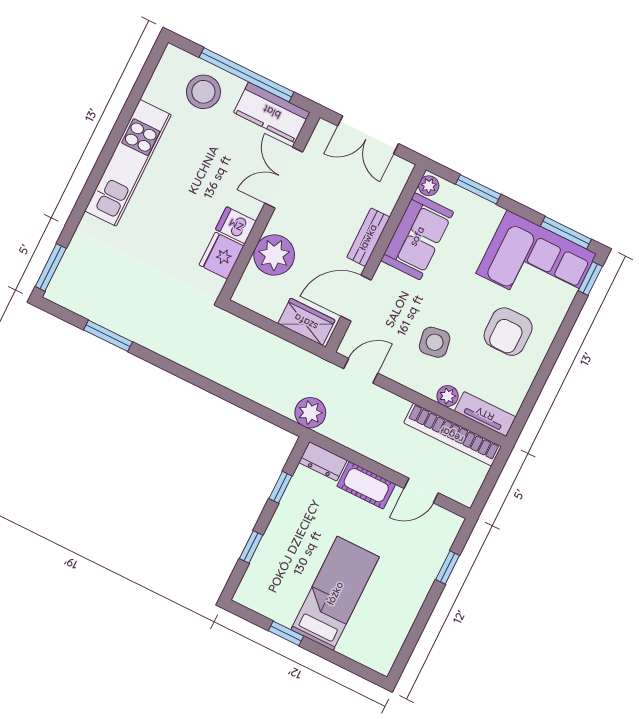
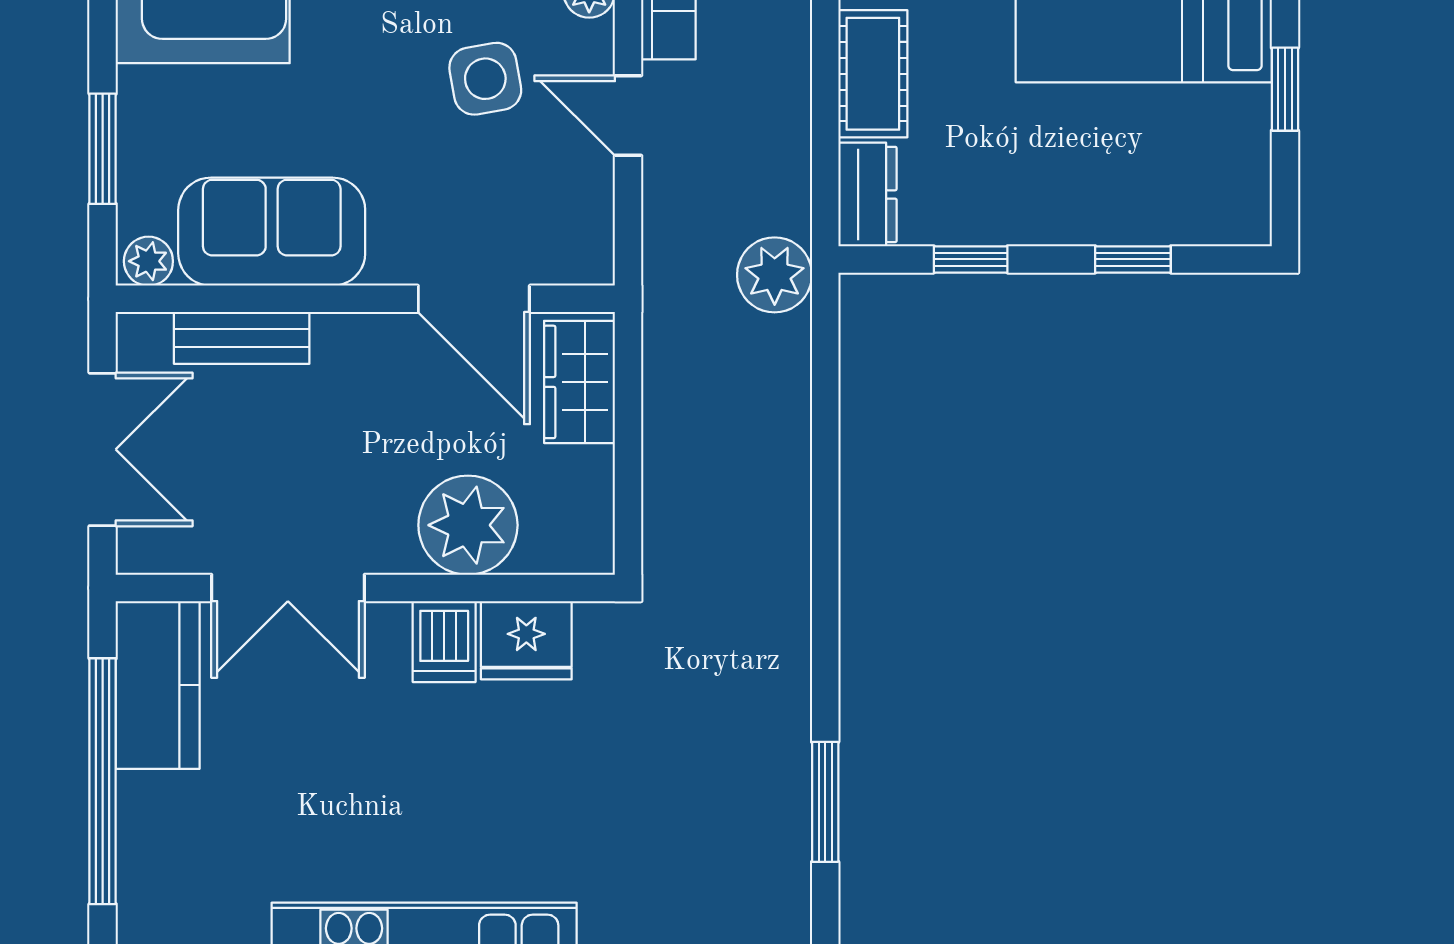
stool: (203, 92) -> (187, 857), removed
bench: (368, 237) -> (242, 338), moved
door: (361, 371) -> (628, 116), moved

